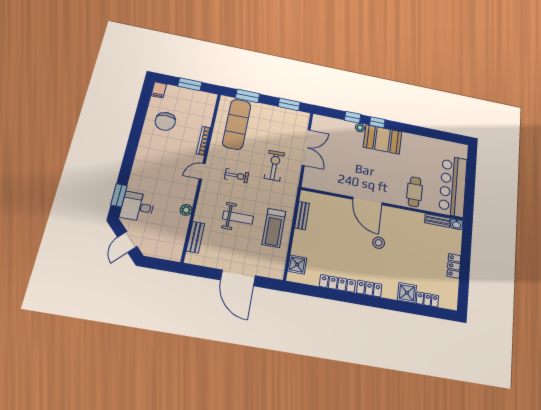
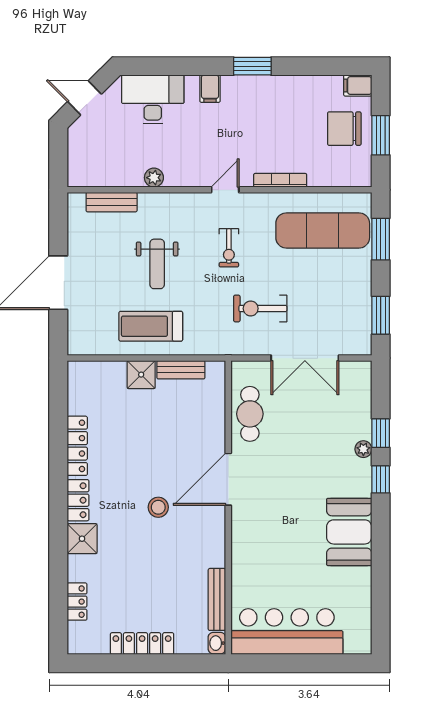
chair: (165, 121) -> (344, 129), moved
booth: (383, 139) -> (349, 532), moved
exercise bike: (274, 166) -> (260, 308), turned 180
filing cabinet: (140, 168) -> (210, 89), added
door: (202, 171) -> (225, 190), hinge flipped
cafe table: (415, 192) -> (250, 414), moved, turned 90
window: (119, 195) -> (252, 66), moved
desk: (137, 207) -> (153, 99), width x1.37
bench: (437, 221) -> (217, 599), width x1.36
shower: (297, 265) -> (141, 375), moved
locker: (454, 266) -> (142, 644), width x1.53
shower: (407, 293) -> (82, 539), moved

